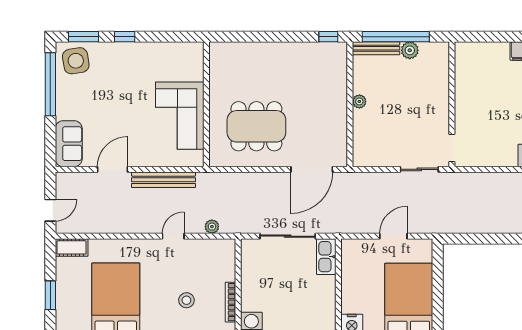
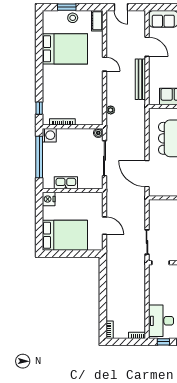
door: (173, 236) -> (104, 64), moved
boiler: (248, 246) -> (98, 133), added
kitchen sink: (326, 257) -> (66, 183), moved
stool: (186, 300) -> (73, 18), moved

